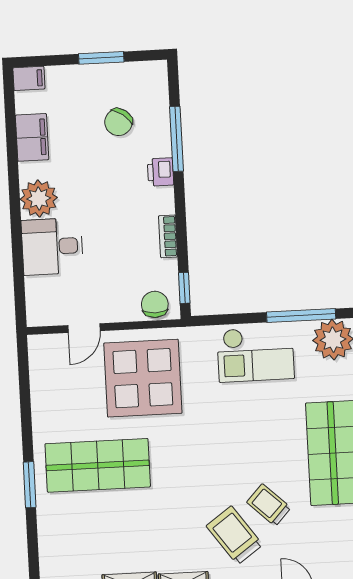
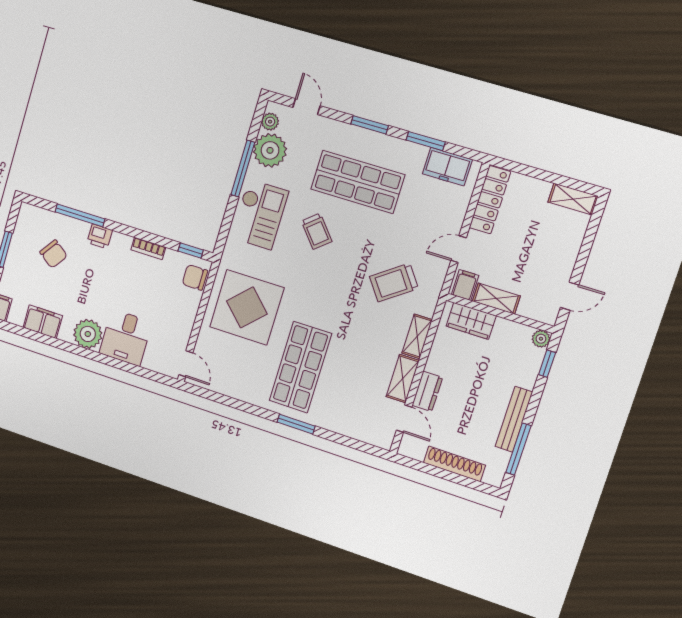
door: (84, 328) -> (186, 364), moved
trolley: (269, 505) -> (317, 231), moved, turned -83

